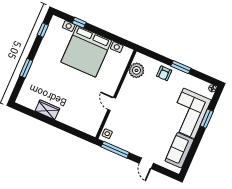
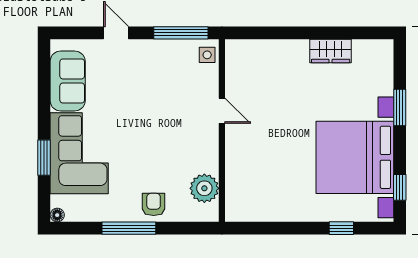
bed with nightstands: (86, 51) -> (355, 157), moved, turned -90
window: (181, 67) -> (129, 228), width x1.44

